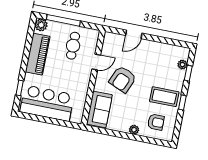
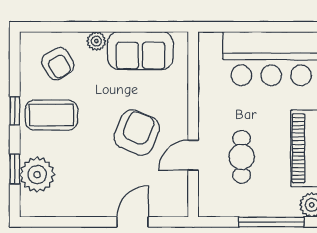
cafe table: (73, 46) -> (242, 157), moved
plant: (182, 65) -> (37, 175), width x1.87, depth x1.87
sofa: (99, 109) -> (140, 51), moved, turned -90
armchair: (156, 122) -> (58, 64), turned -121

